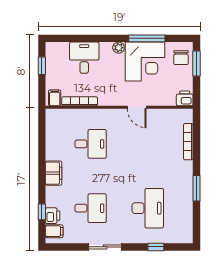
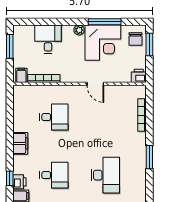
window: (42, 66) -> (10, 46), width x1.50

